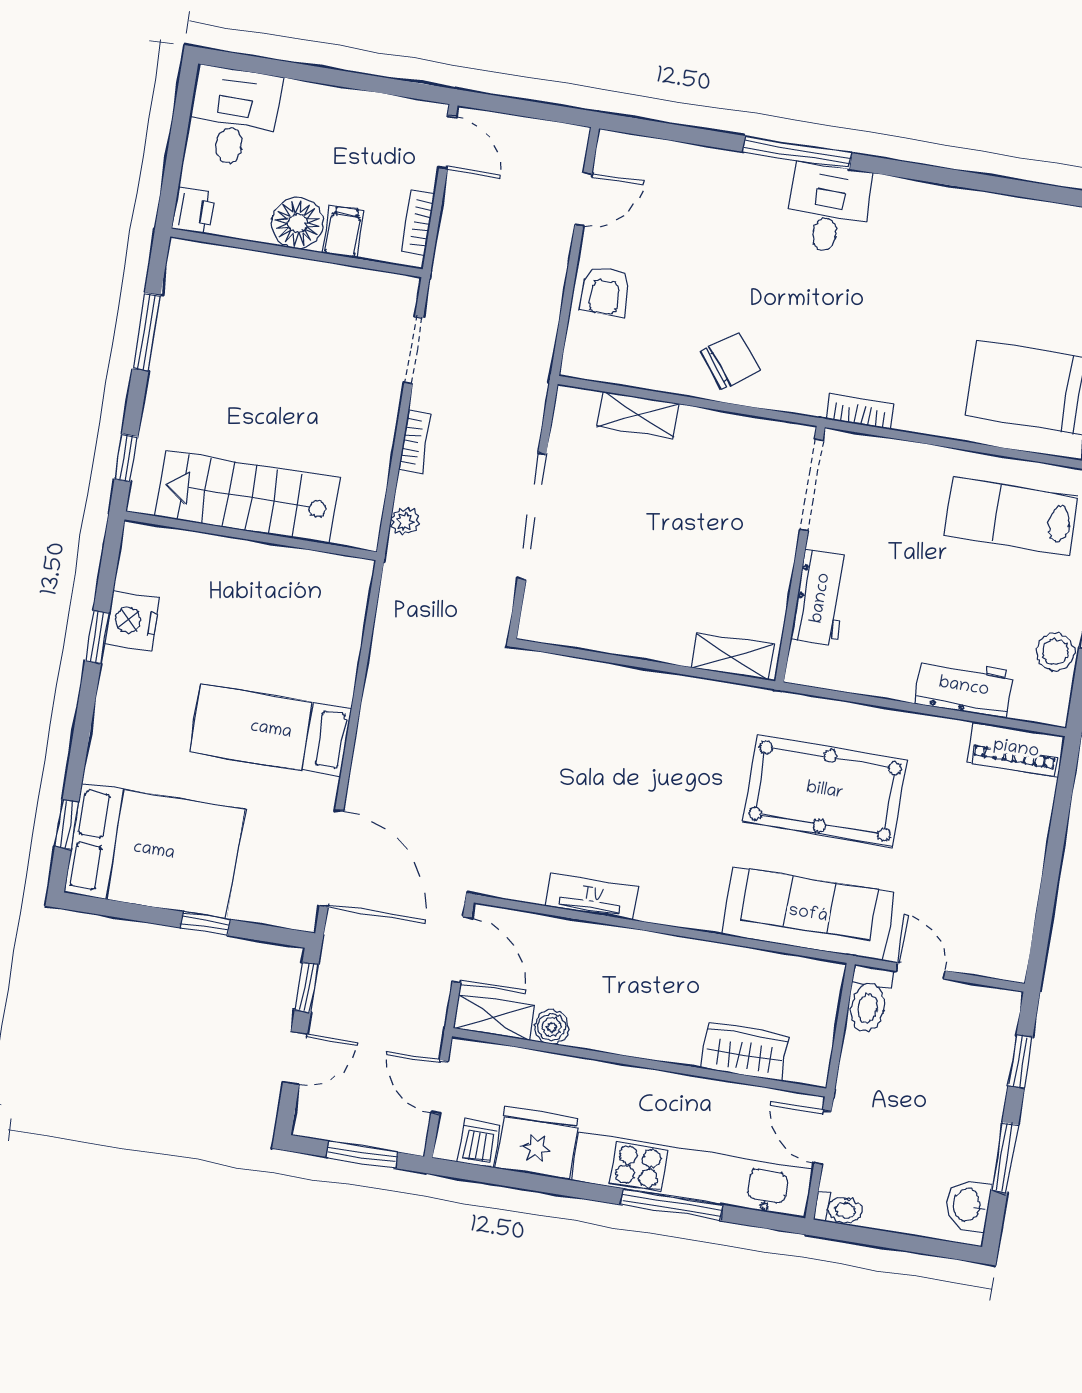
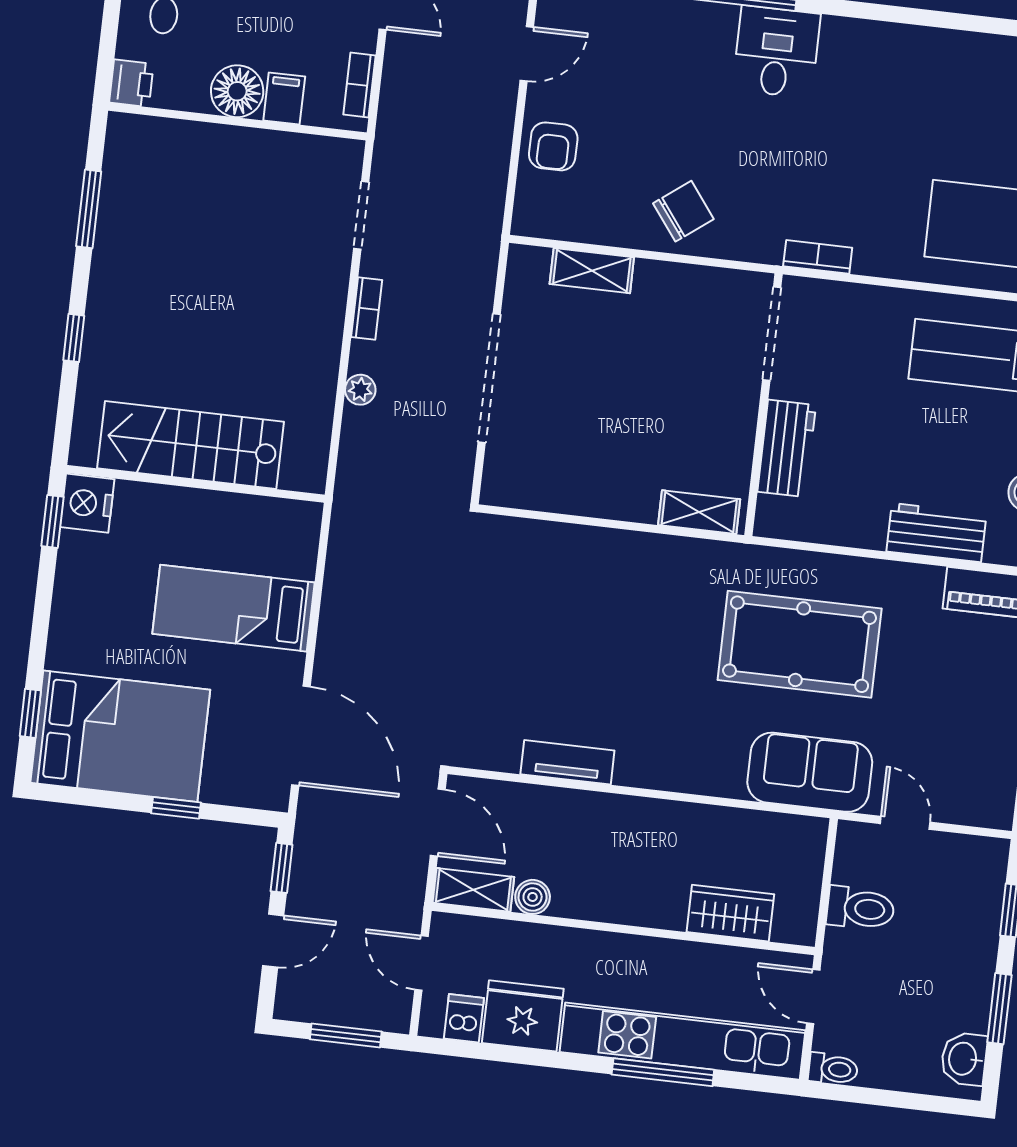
stairs: (248, 497) -> (191, 445), moved
wall: (251, 536) -> (196, 484), moved
sofa: (808, 914) -> (810, 772), width x0.73
toilet: (869, 999) -> (861, 908), moved, turned -90

